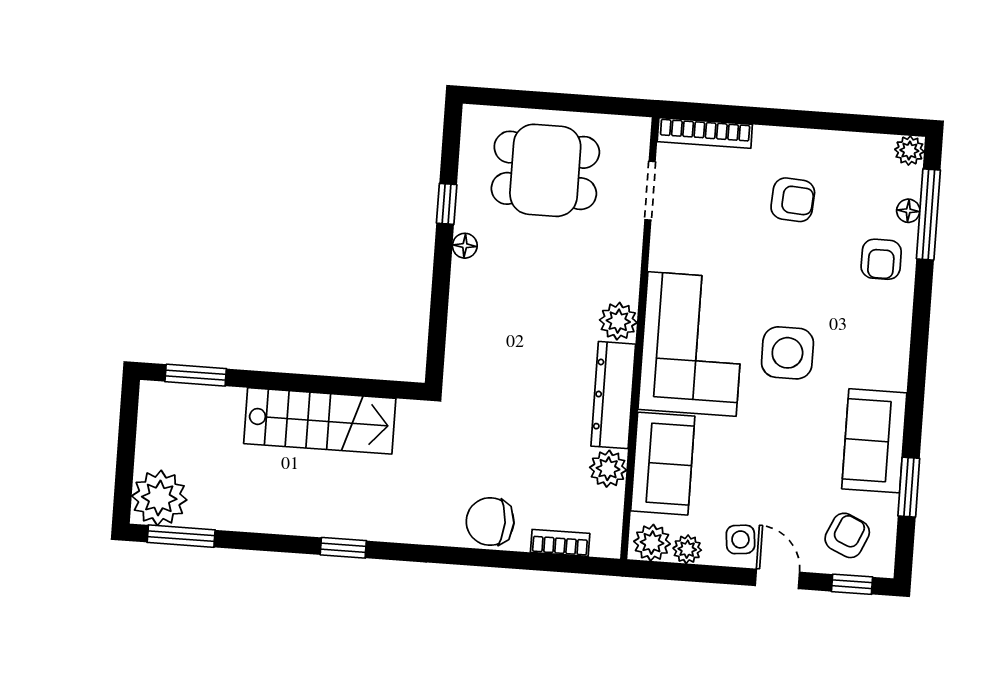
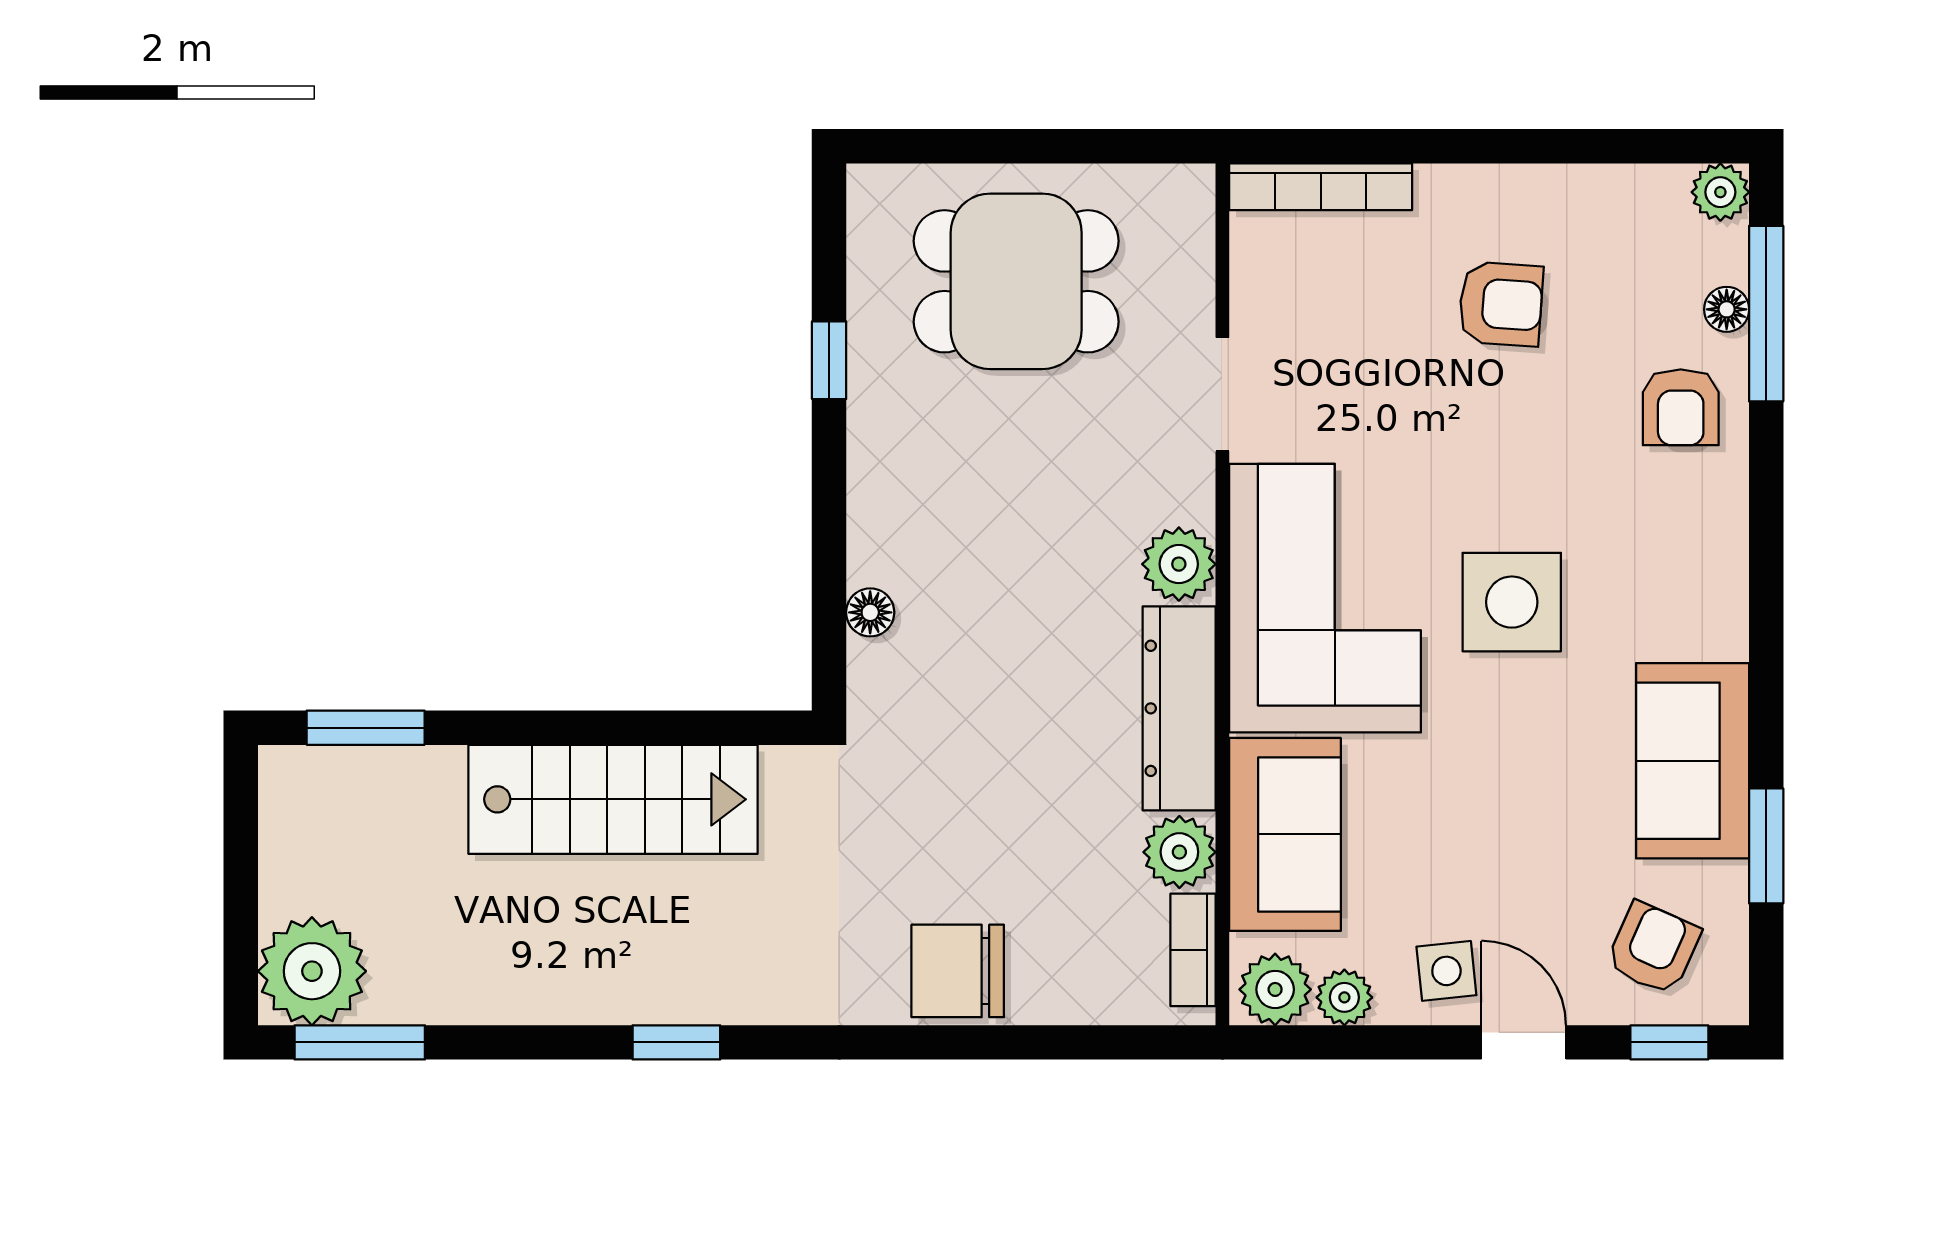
doorway: (650, 191) -> (1222, 394), moved
floor lamp: (465, 246) -> (870, 612), moved
bookcase: (560, 543) -> (1193, 950), moved, turned -90

